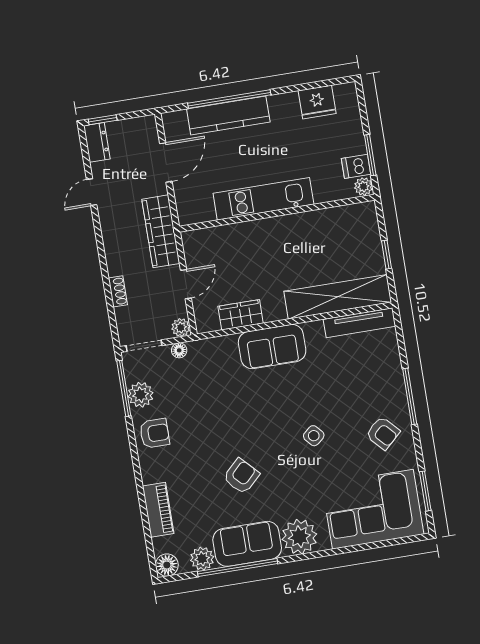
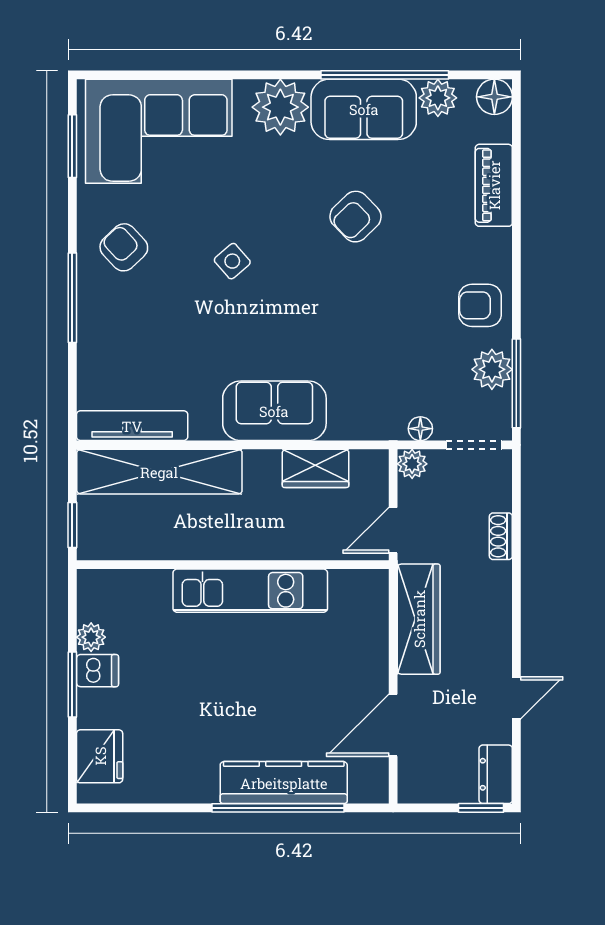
fridge: (317, 102) -> (100, 756), moved, turned 90
kitchen unit: (263, 199) -> (250, 591), moved
wall: (277, 213) -> (233, 565), moved

